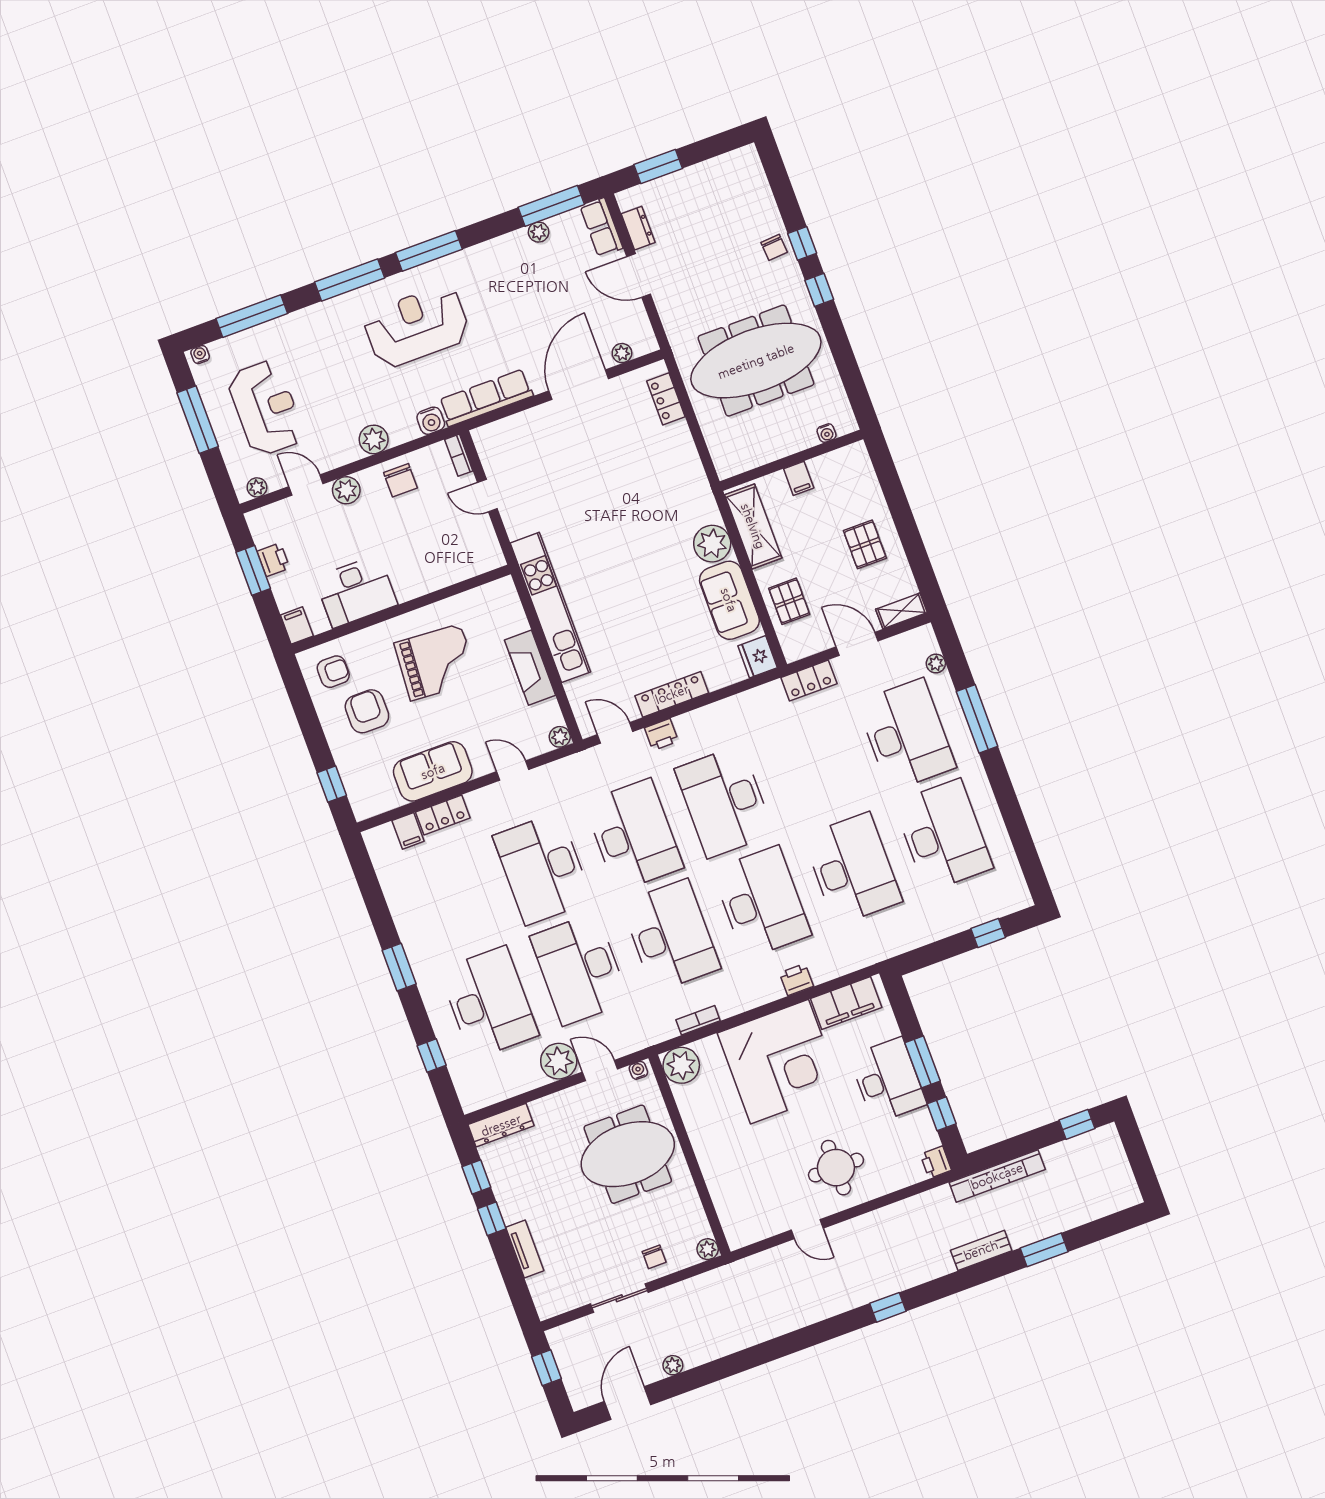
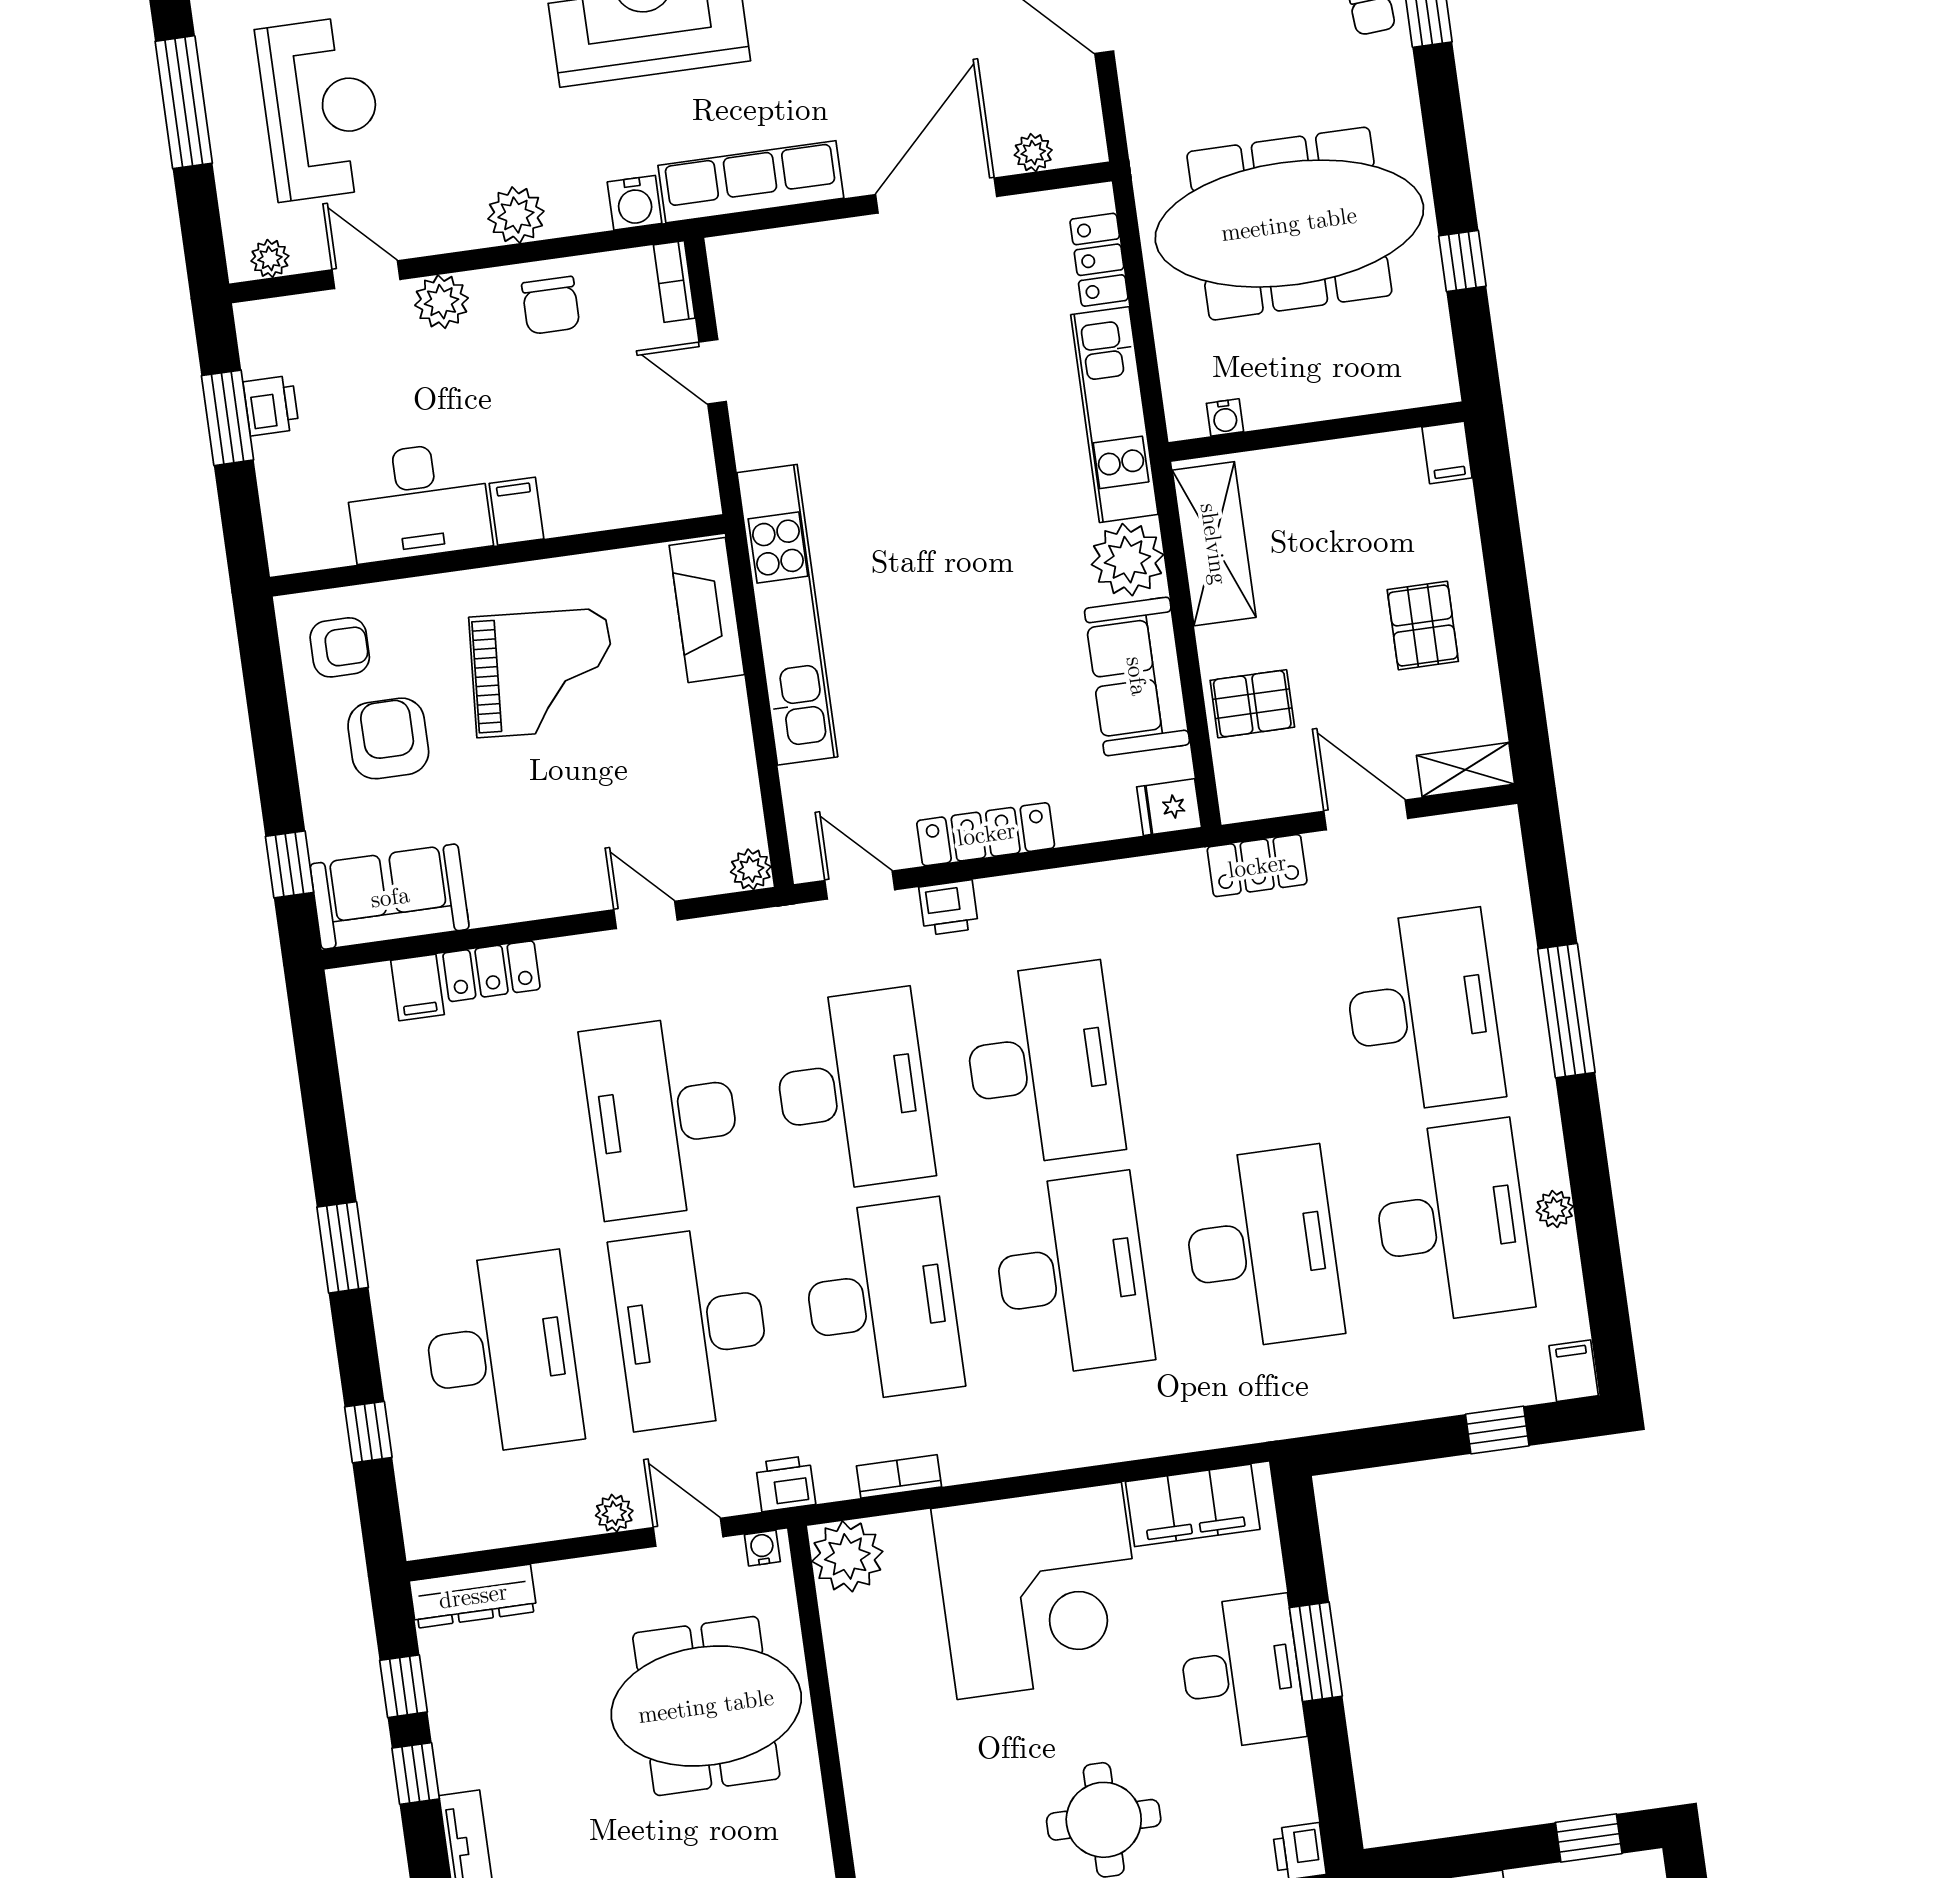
window: (819, 290) -> (1462, 261), moved
water cooler: (827, 433) -> (1225, 417), moved
kitchen unit: (690, 474) -> (1114, 415), added
filing cabinet: (799, 478) -> (1447, 453), moved
pallet: (789, 601) -> (1252, 704), turned 90
filing cabinet: (297, 625) -> (516, 511), moved
fridge: (758, 657) -> (1169, 807), width x0.72
plant: (936, 663) -> (1555, 1209), moved
fireplace: (530, 668) -> (707, 610), moved
sofa: (433, 771) -> (390, 897), moved
desk: (724, 802) -> (1042, 1064), turned 180
filing cabinet: (1019, 896) -> (1574, 1371), added
printer: (796, 980) -> (785, 1484), moved
plant: (559, 1061) -> (614, 1513), width x0.53, depth x0.53
window: (942, 1114) -> (1331, 1760), removed

